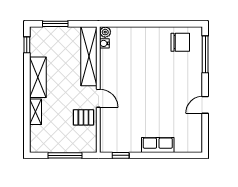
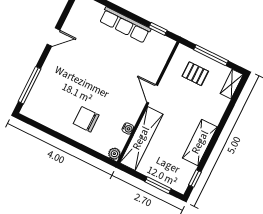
chair: (180, 42) -> (86, 119), moved
water cooler: (104, 43) -> (128, 129), moved
shelving: (36, 112) -> (232, 84), moved
pallet: (83, 117) -> (195, 74), moved
row of seats: (158, 145) -> (125, 25), width x1.48

